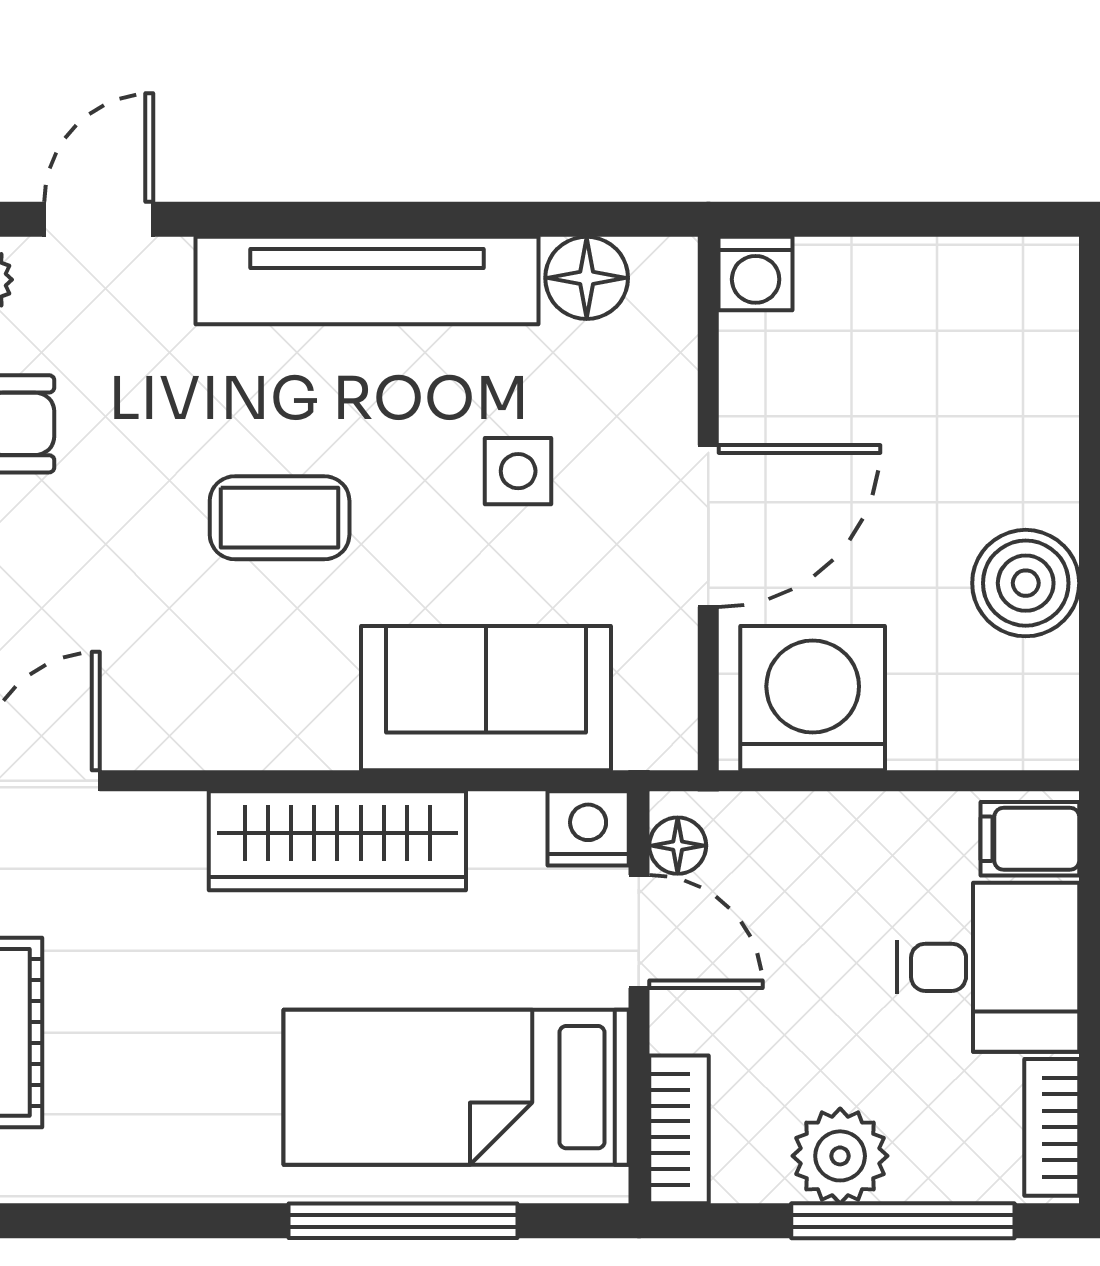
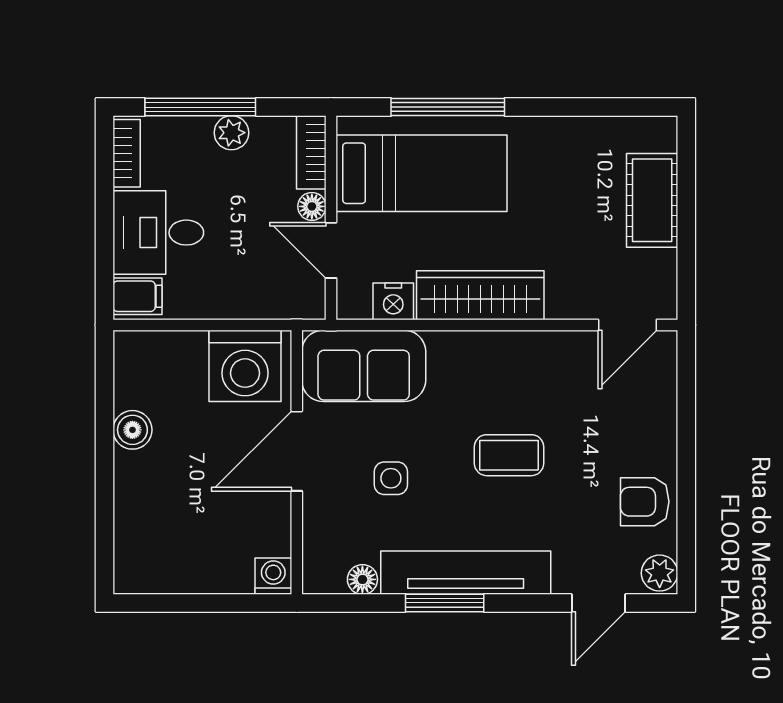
window: (410, 219) -> (445, 603), added
floor lamp: (587, 278) -> (362, 579), width x0.73, depth x0.73
boiler: (1026, 583) -> (132, 430), width x0.73, depth x0.73
sofa: (486, 698) -> (364, 366), moved
nightstand: (588, 828) -> (393, 301), moved
floor lamp: (678, 846) -> (312, 206), moved
plant: (840, 1156) -> (231, 133), width x0.73, depth x0.73

